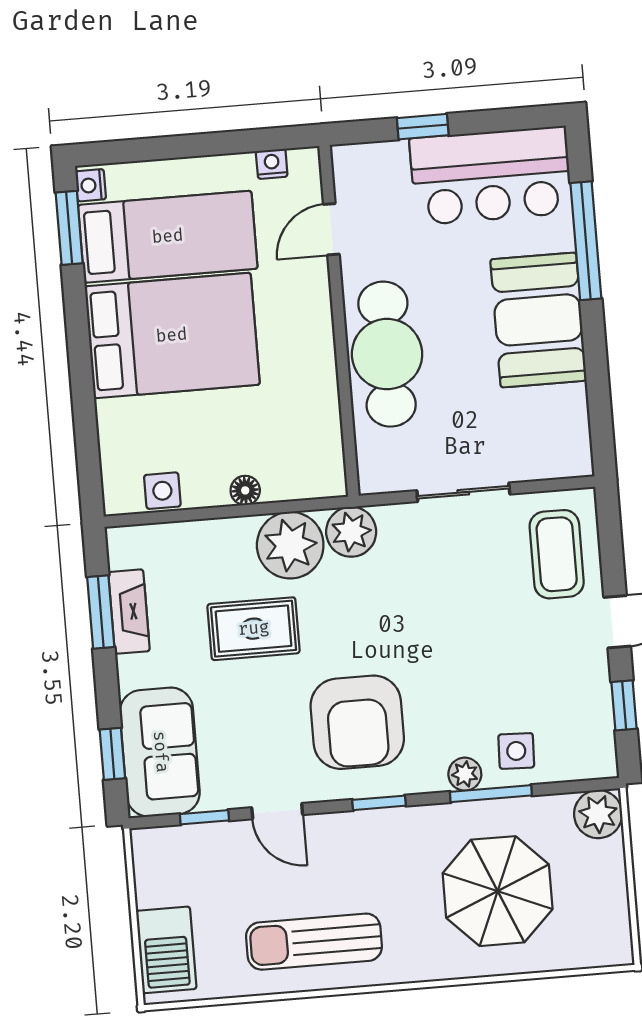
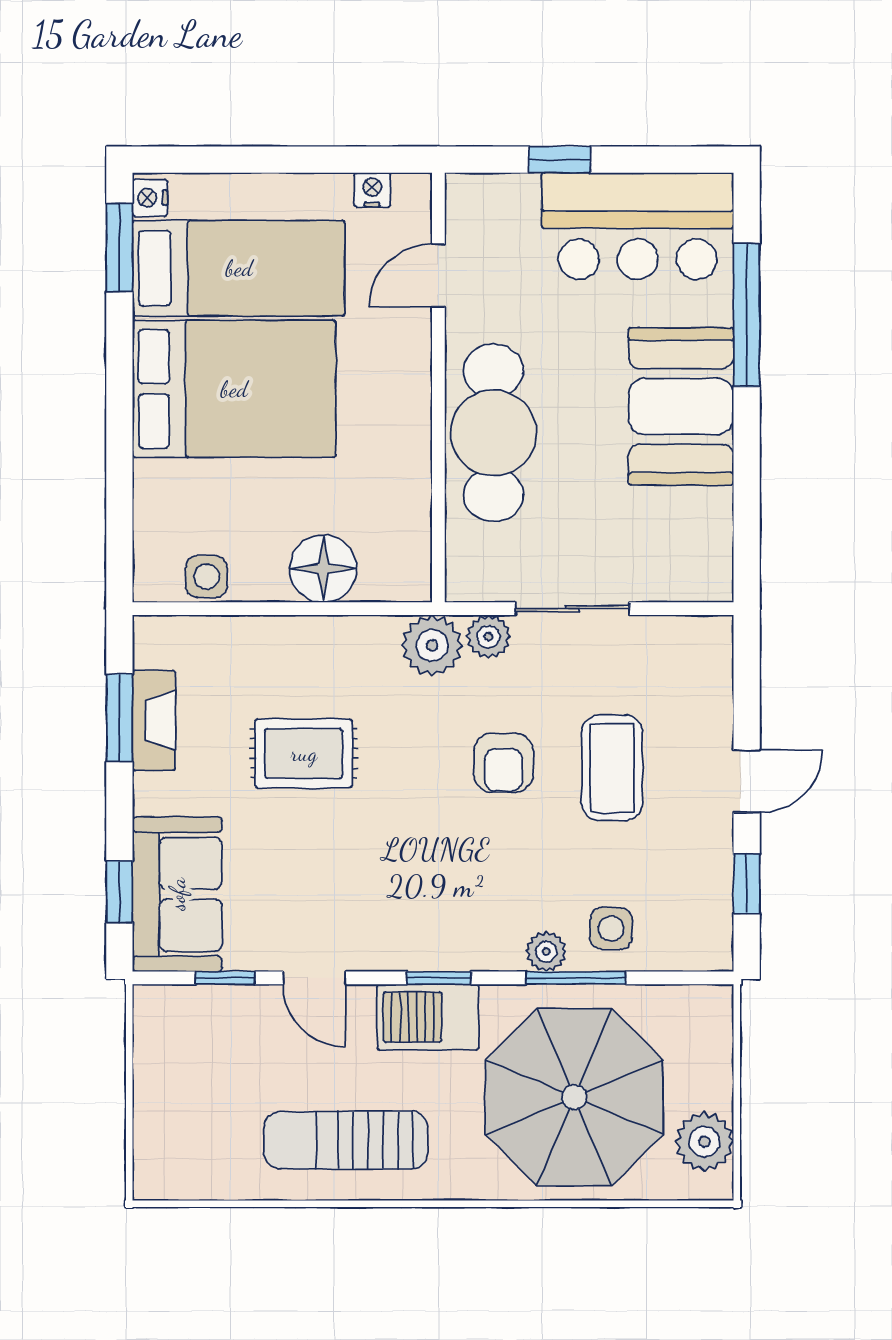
floor lamp: (245, 490) -> (323, 569), width x1.89, depth x1.89
plant: (290, 545) -> (488, 637), moved, width x0.53, depth x0.53
coffee table: (557, 554) -> (612, 768), moved
armchair: (357, 722) -> (504, 763), moved, width x0.53, depth x0.53
plant: (598, 814) -> (704, 1142), moved
parasol: (498, 891) -> (574, 1097), width x1.36, depth x1.36
barbecue: (166, 950) -> (428, 1017), moved, turned 90

